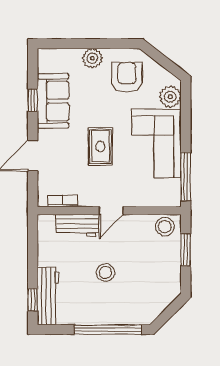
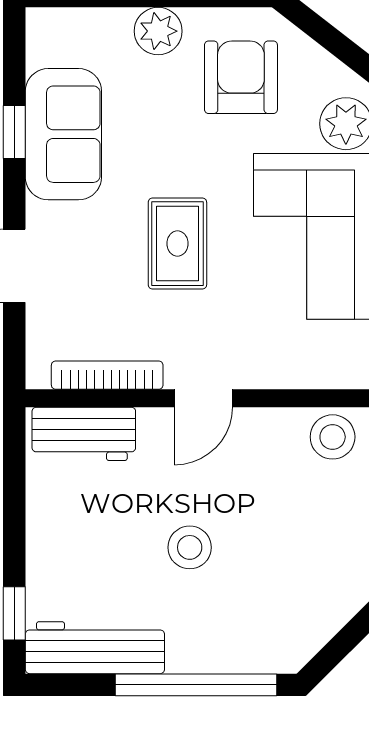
bookcase: (63, 201) -> (107, 375), width x1.56
workbench: (77, 225) -> (84, 434), moved
workbench: (48, 296) -> (95, 648), moved, turned -90

